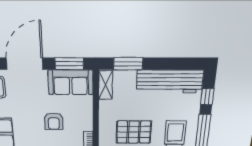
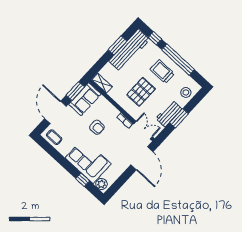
window: (128, 64) -> (117, 45), moved

